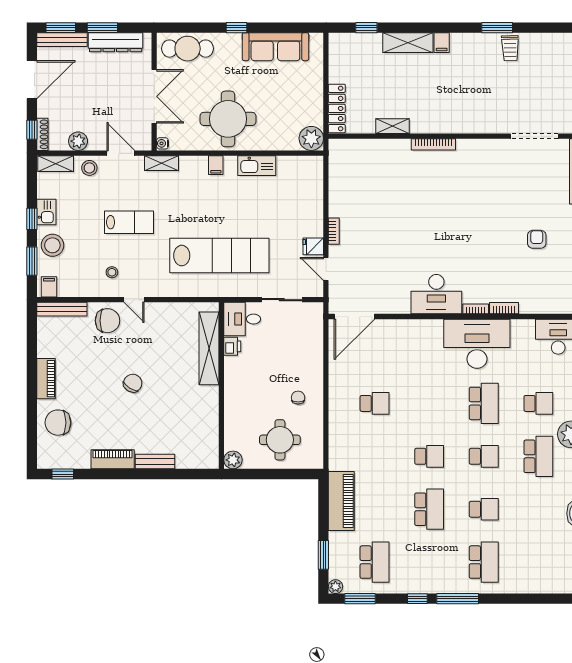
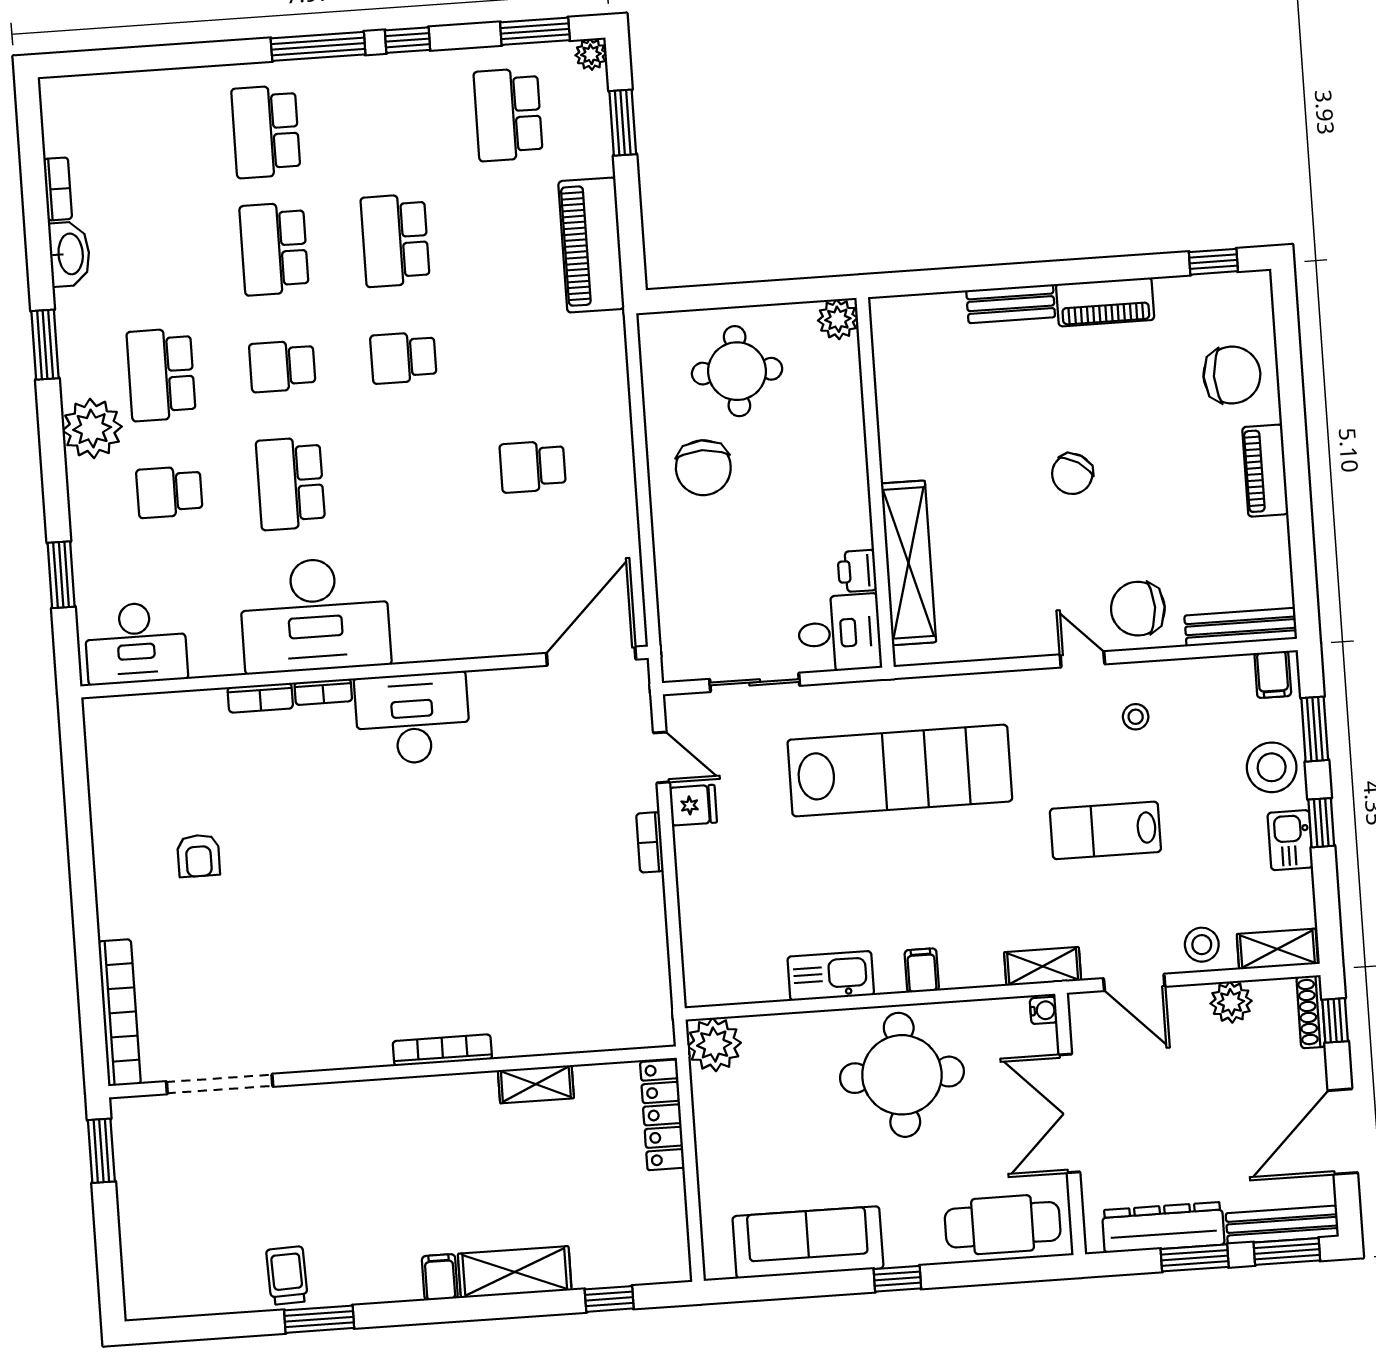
lab bench: (219, 256) -> (900, 771), turned 180
chair: (298, 398) -> (703, 468), width x1.87, depth x1.87
school desk: (484, 509) -> (274, 249), width x1.85

